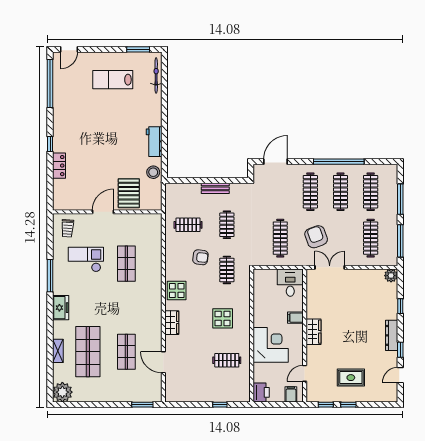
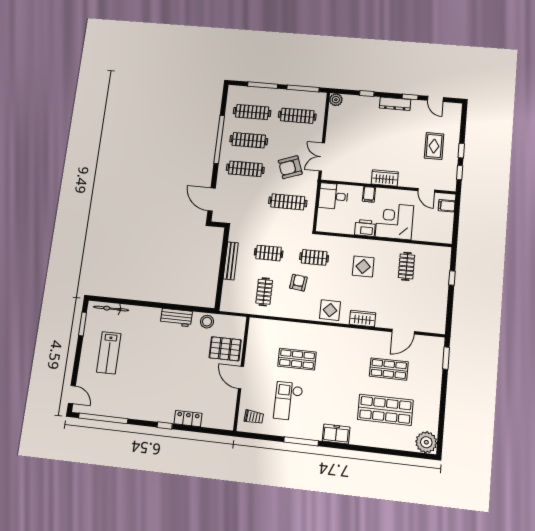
bench: (215, 188) -> (231, 261), width x1.36
shelving: (58, 351) -> (382, 442), removed
printer: (261, 392) -> (365, 228), moved

